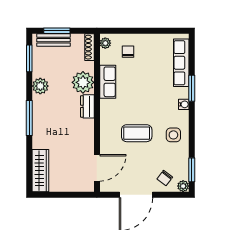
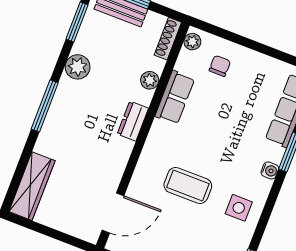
plant: (83, 82) -> (150, 80), width x0.53, depth x0.53

